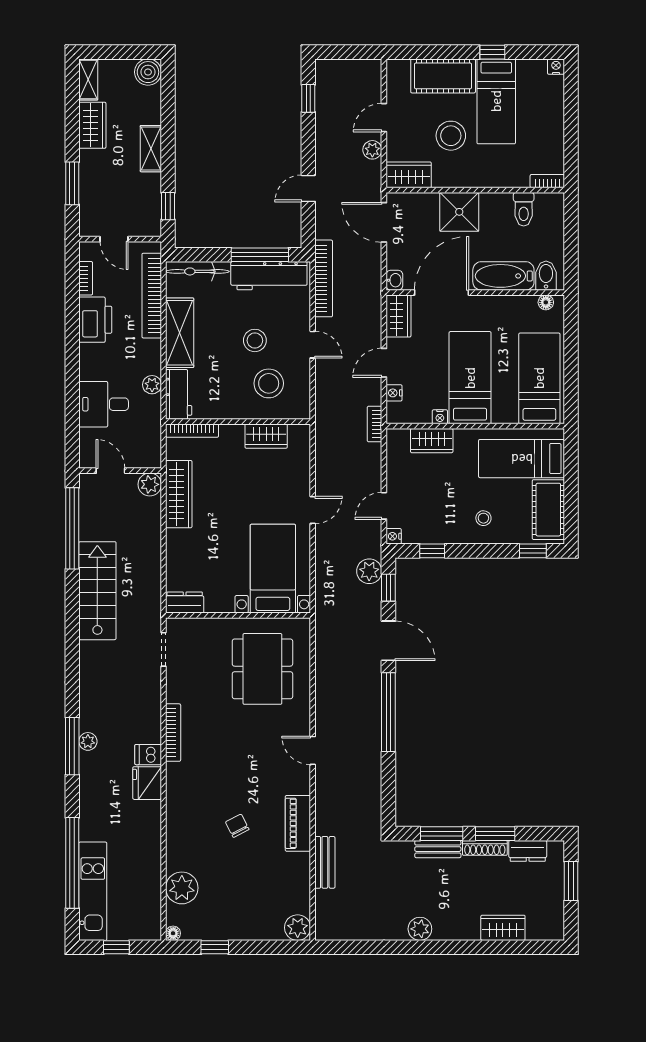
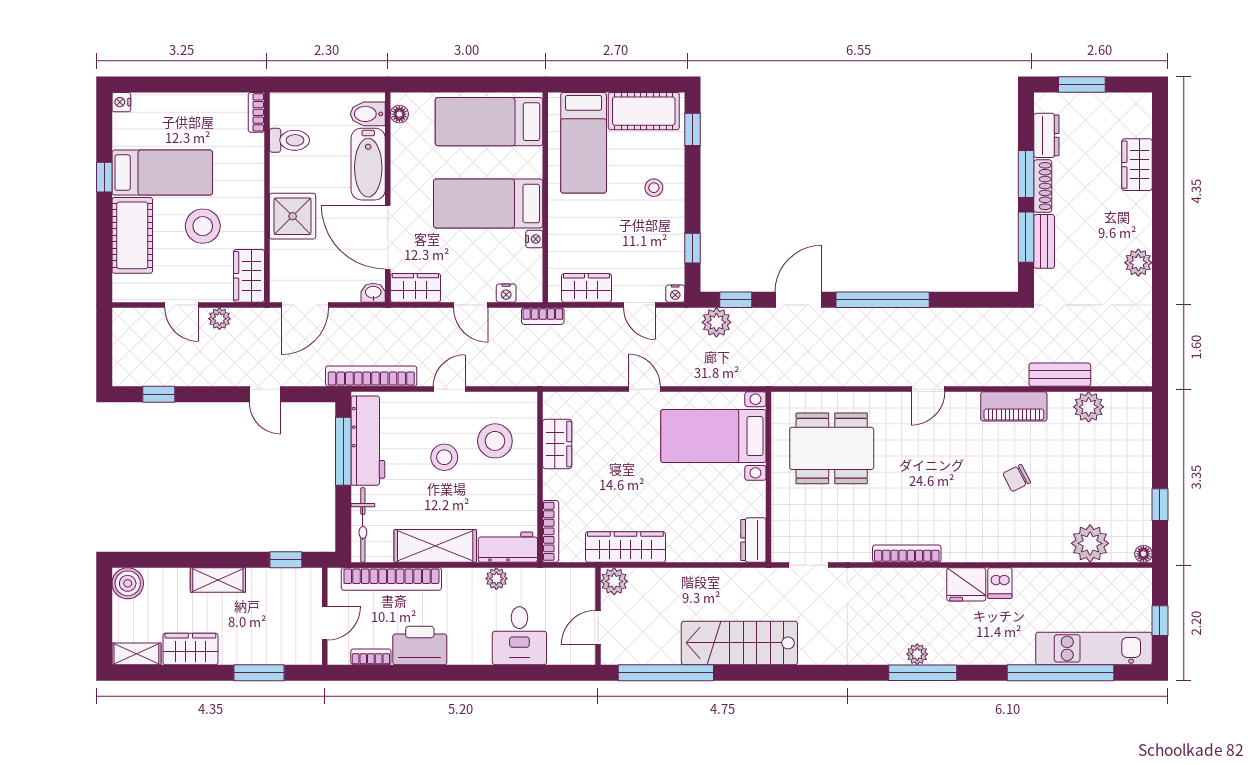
wardrobe: (432, 441) -> (586, 288), moved, turned -90
dishwasher: (148, 755) -> (1000, 583), moved
plant: (298, 928) -> (1089, 407), moved

